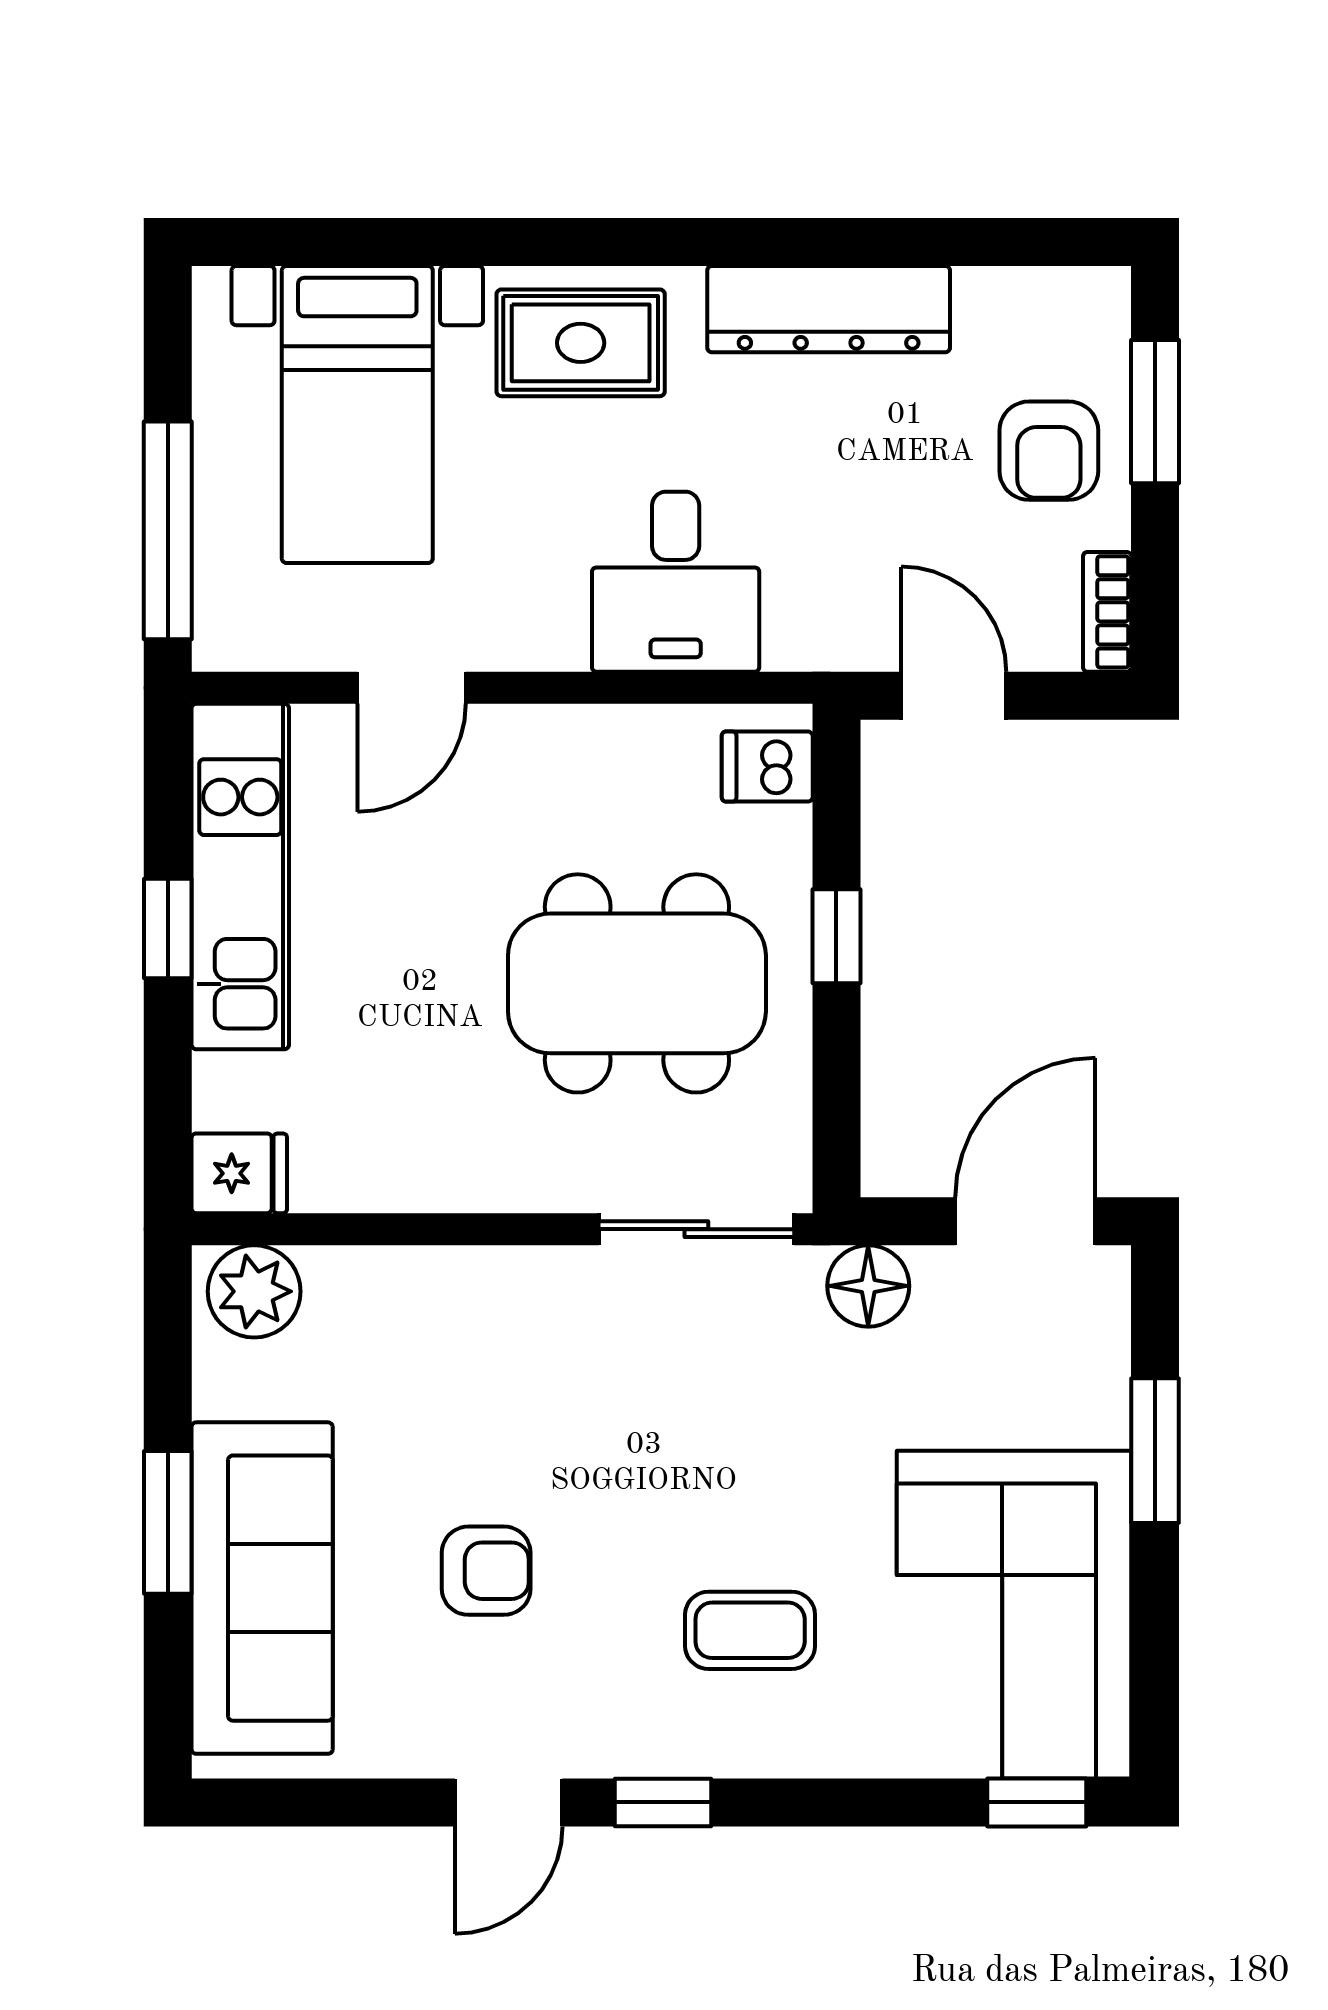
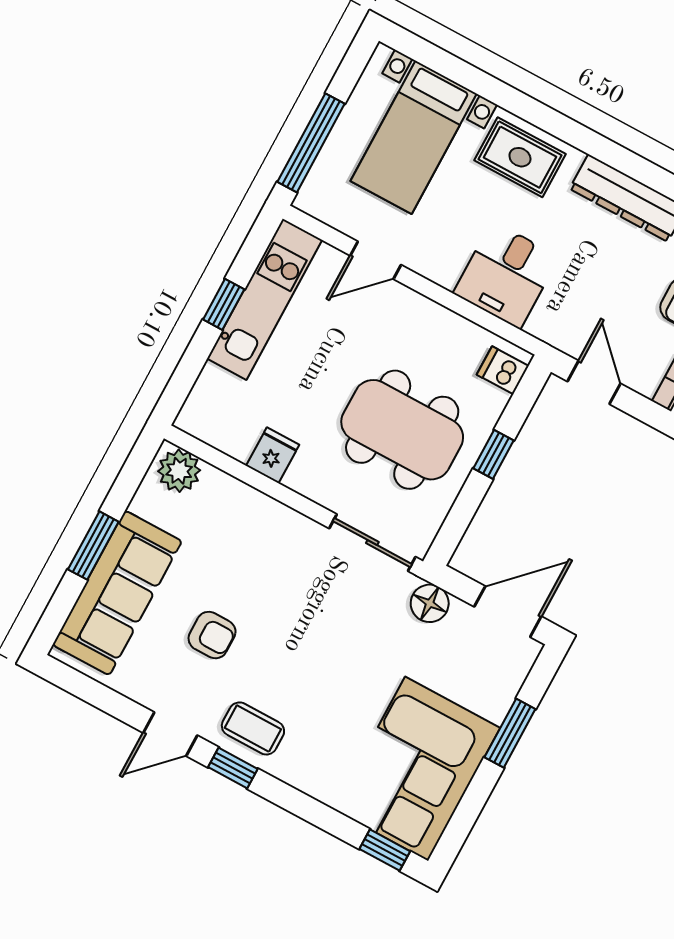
fridge: (239, 1173) -> (273, 455), moved, turned -90
coffee table: (750, 1630) -> (253, 728), moved

